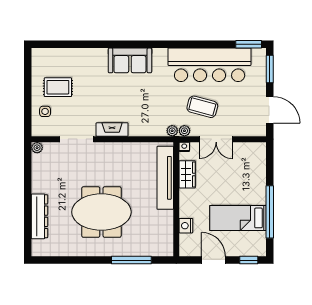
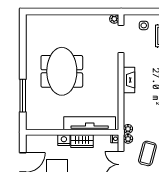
doorway: (76, 139) -> (121, 39), moved
wardrobe: (187, 174) -> (82, 141), moved
dresser: (39, 216) -> (58, 21), removed
nightstand: (186, 226) -> (64, 140), moved

